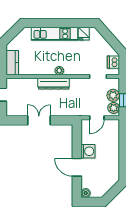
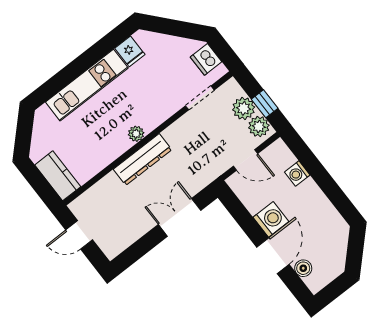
door: (97, 118) -> (245, 160), hinge flipped
double door: (39, 120) -> (180, 217), moved
washing machine: (114, 140) -> (297, 173), added
door: (77, 167) -> (273, 256), swing flipped
boiler: (86, 193) -> (303, 268), moved

